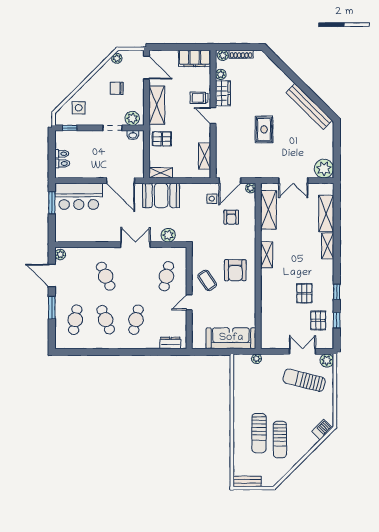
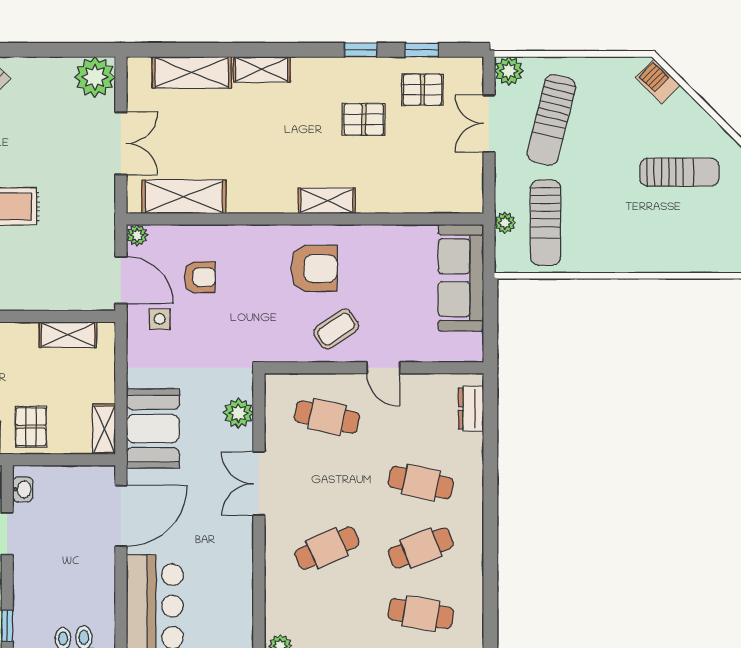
shelving: (267, 255) -> (327, 201), moved
sun lounger: (259, 433) -> (546, 223), moved, turned 90

